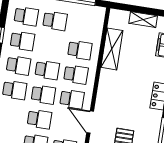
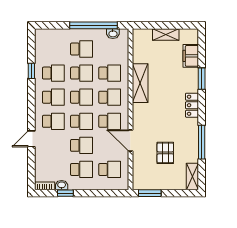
washbasin: (90, 10) -> (113, 34), added
school desk: (26, 16) -> (82, 73), moved
shelving: (112, 49) -> (140, 83), moved

